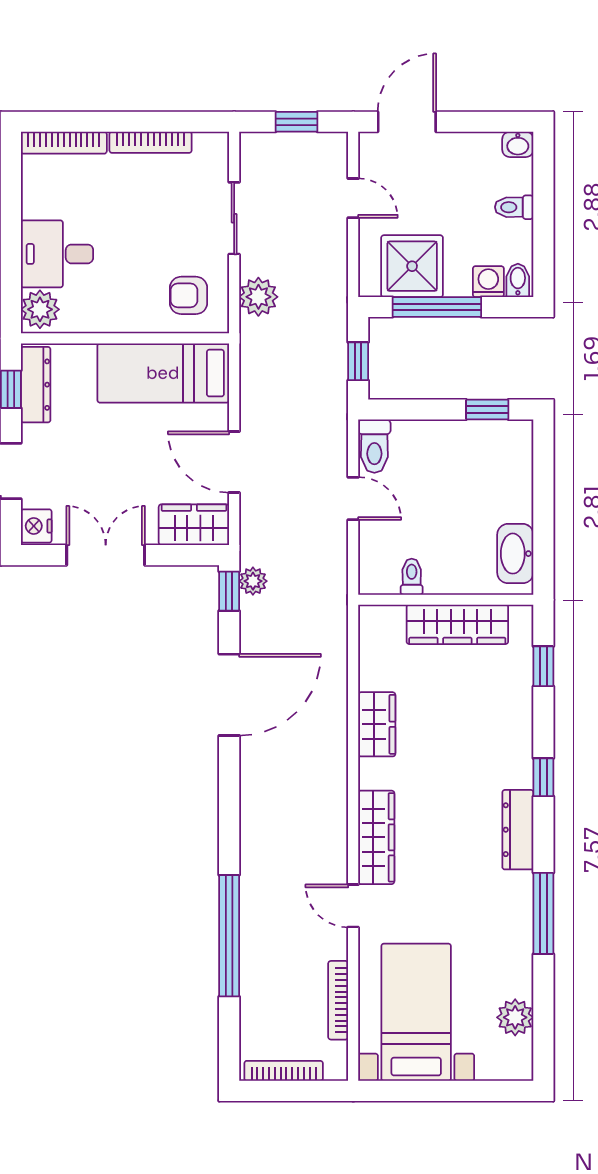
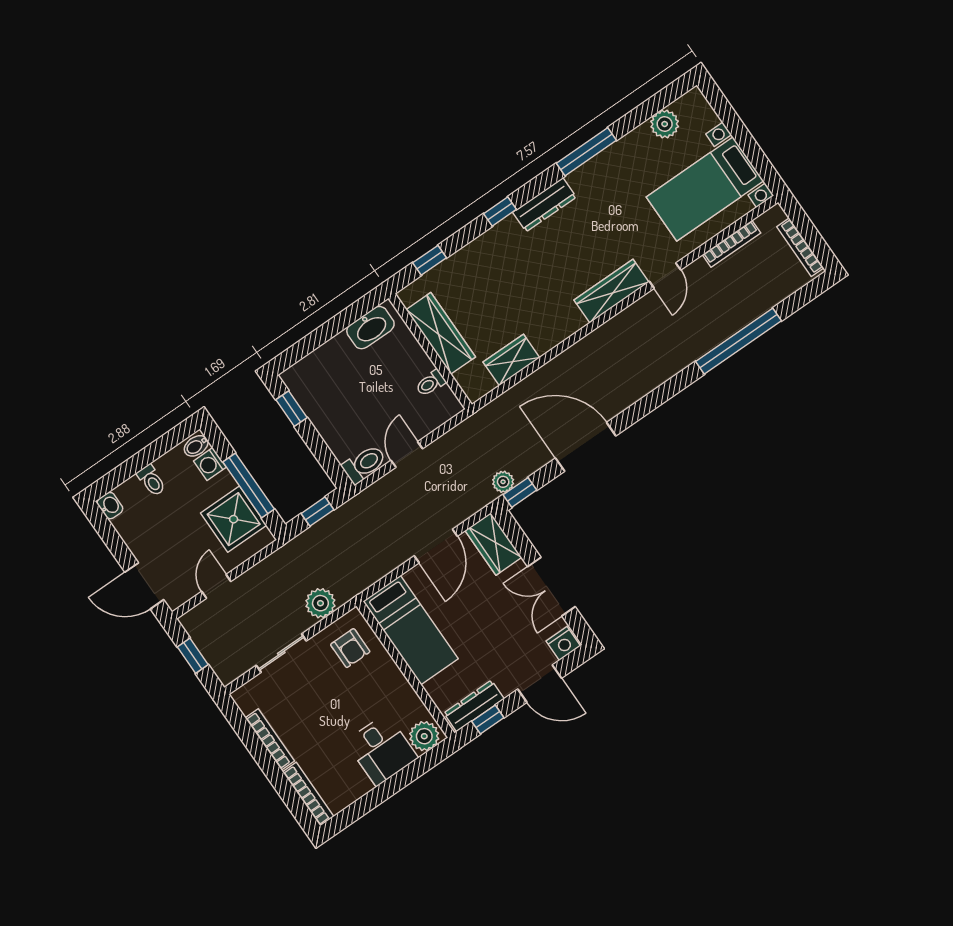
wardrobe: (377, 724) -> (511, 360), moved

